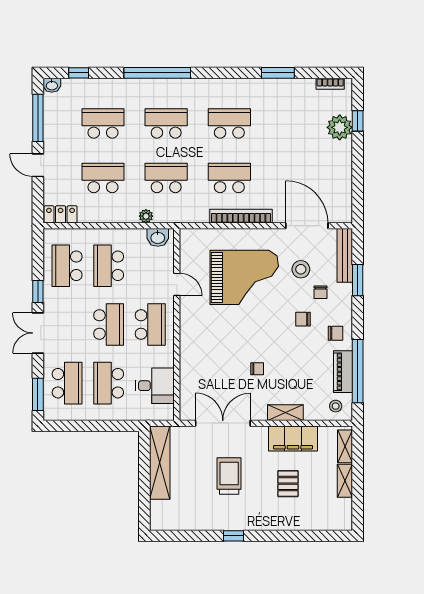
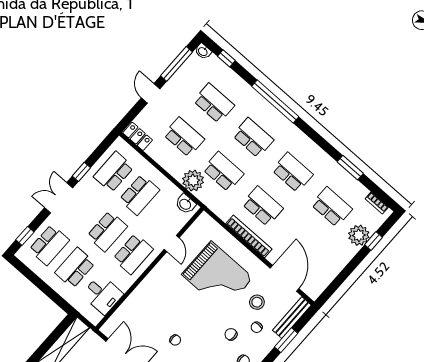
school desk: (292, 123) -> (332, 207), added
plant: (146, 216) -> (193, 181), width x1.88, depth x1.88
school desk: (109, 266) -> (139, 195), turned 180
window: (38, 394) -> (25, 236), width x0.67

